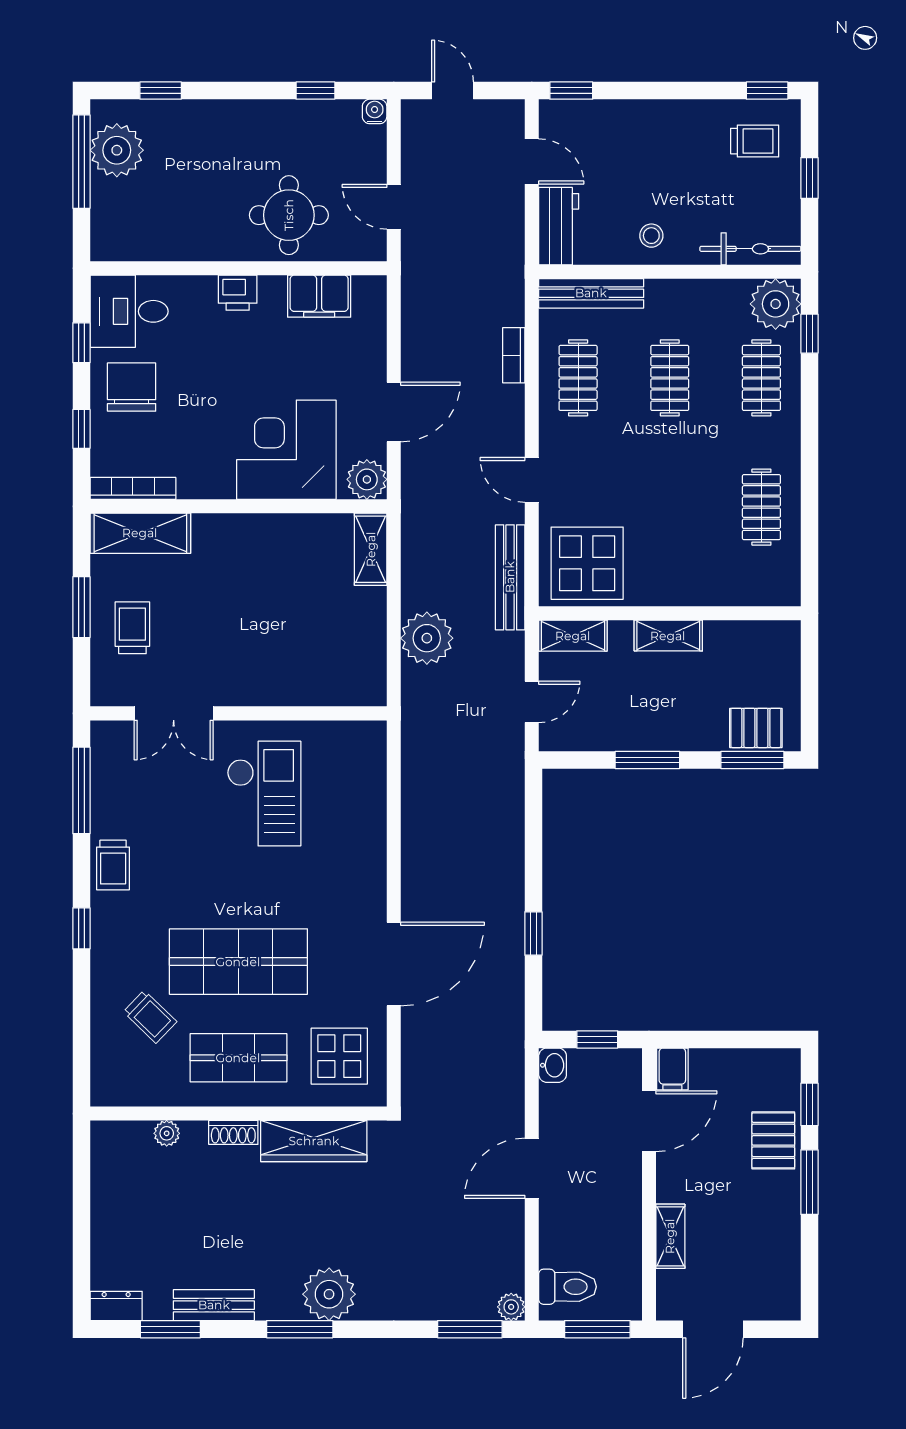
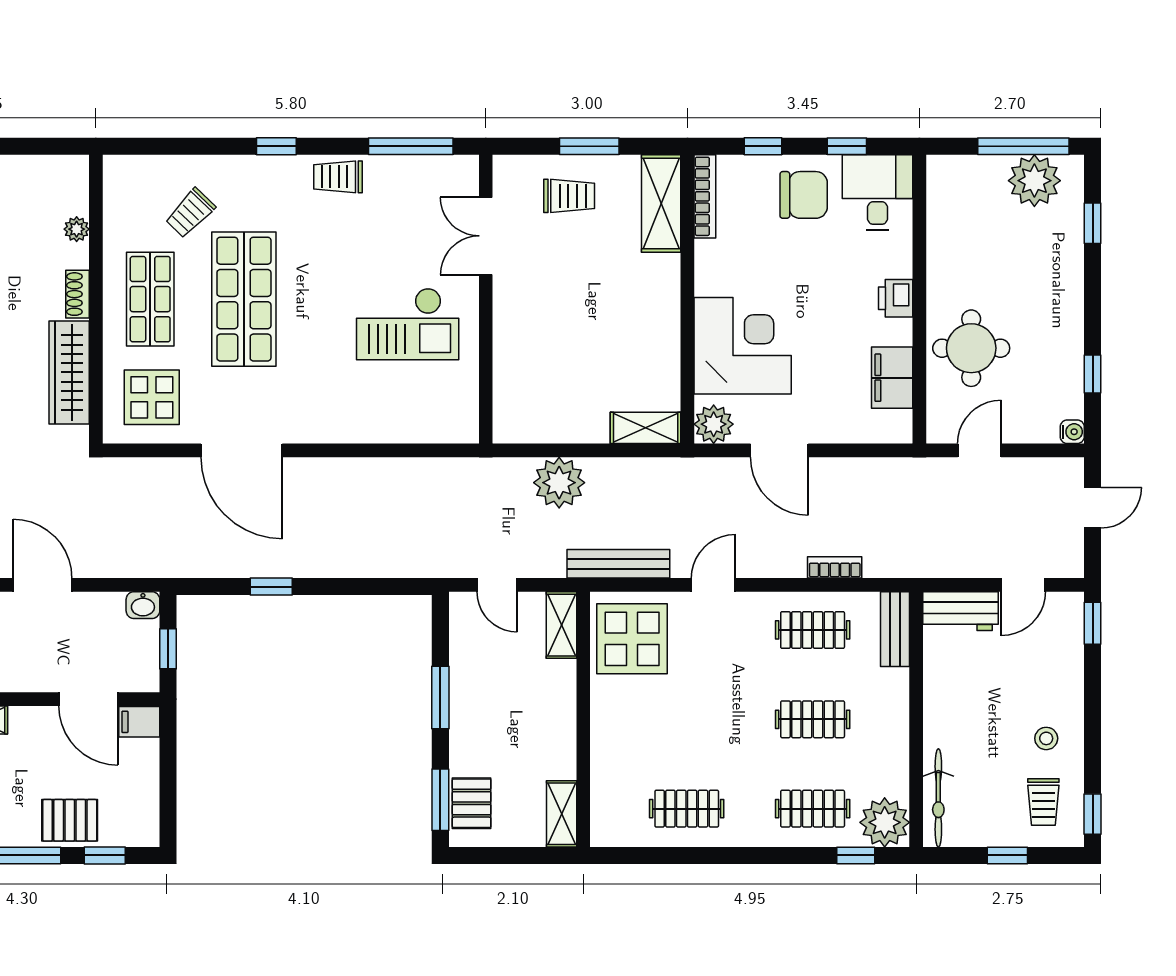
stool: (651, 236) -> (1046, 738), moved
bench: (591, 293) -> (895, 629), width x0.73
shelving: (668, 636) -> (562, 814), moved

